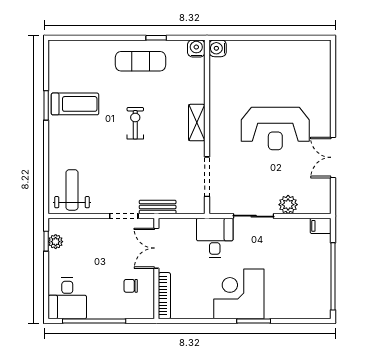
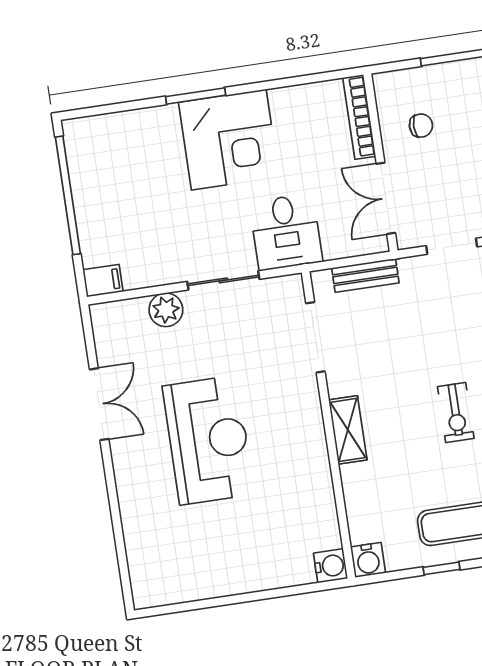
reception desk: (275, 128) -> (208, 440), turned 90
bench: (158, 207) -> (365, 275), moved
double door: (156, 248) -> (386, 198), swing flipped

